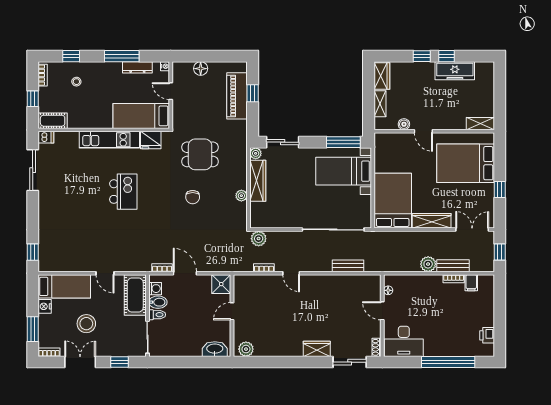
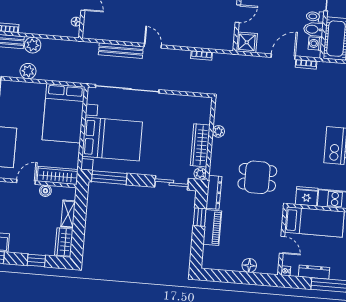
window: (422, 56) -> (36, 260), moved
window: (253, 93) -> (200, 217), moved
piano: (237, 96) -> (212, 228), width x0.73, depth x0.75
door: (423, 131) -> (26, 182), hinge flipped
dresser: (241, 136) -> (214, 192), added
bed with nightstands: (344, 171) -> (112, 139), width x1.36
chair: (193, 197) -> (269, 134), removed
wardrobe: (432, 221) -> (58, 175), moved, turned 180
plant: (259, 239) -> (28, 71), moved
bench: (348, 266) -> (121, 51), width x1.36
door: (185, 273) -> (283, 57), swing flipped
door: (291, 273) -> (153, 46), moved

